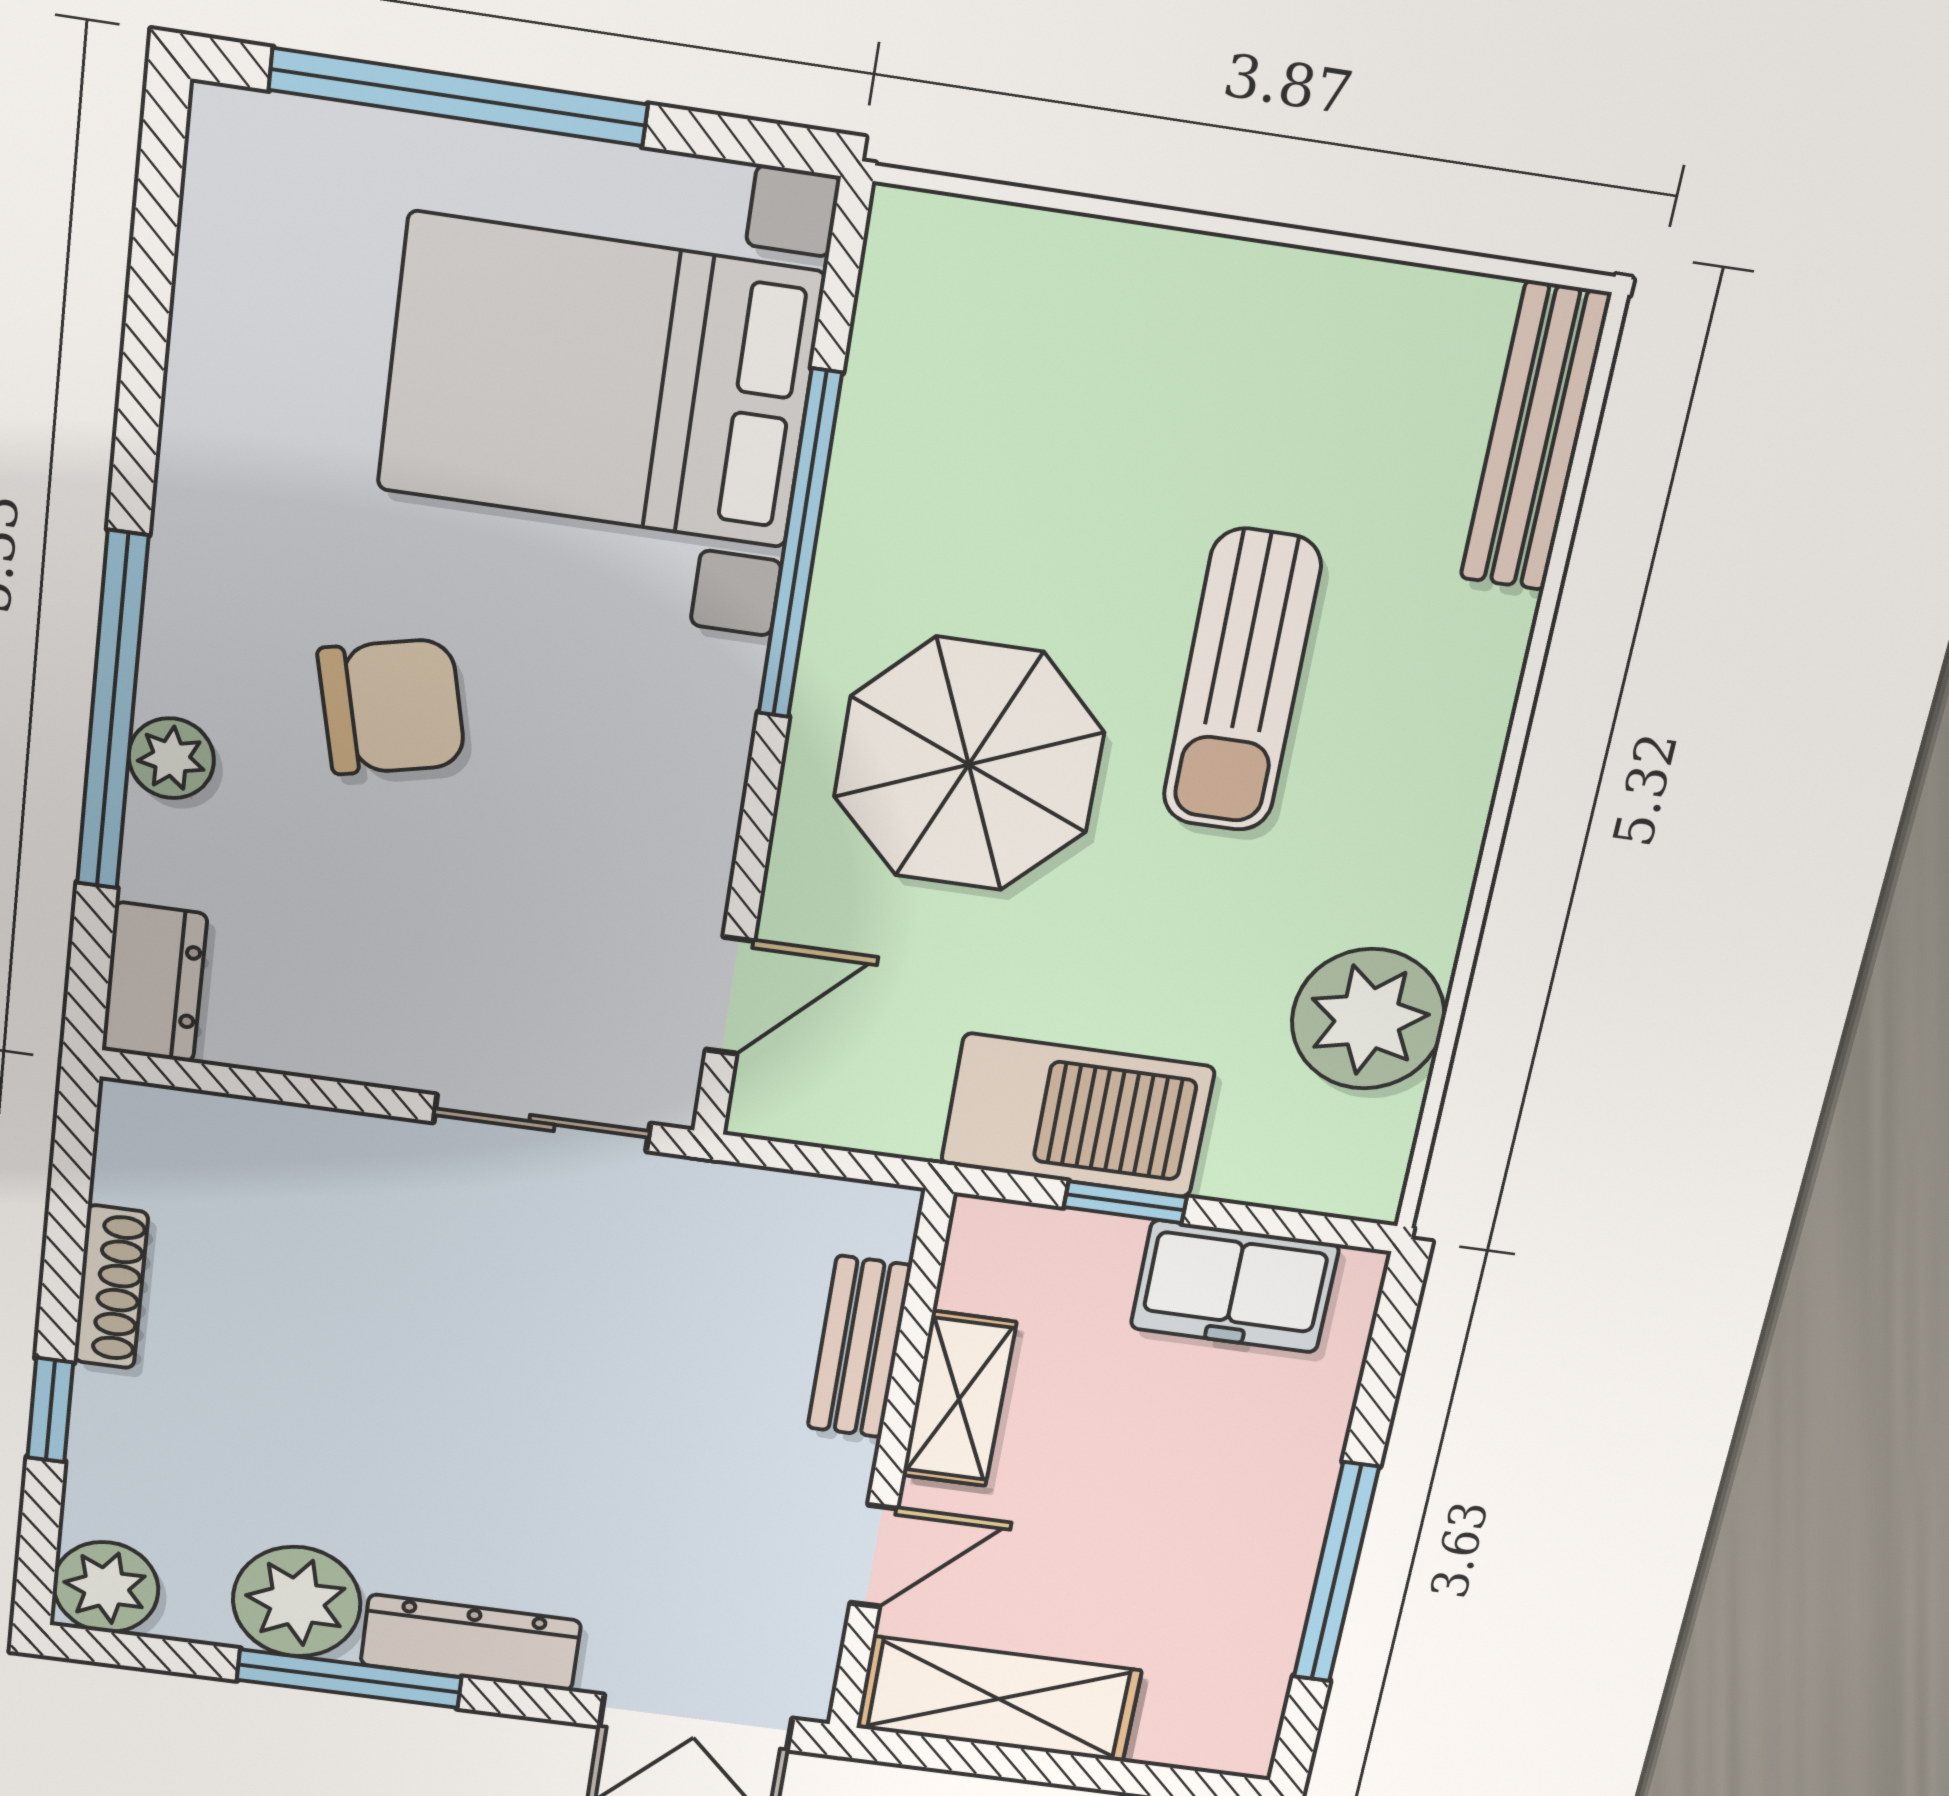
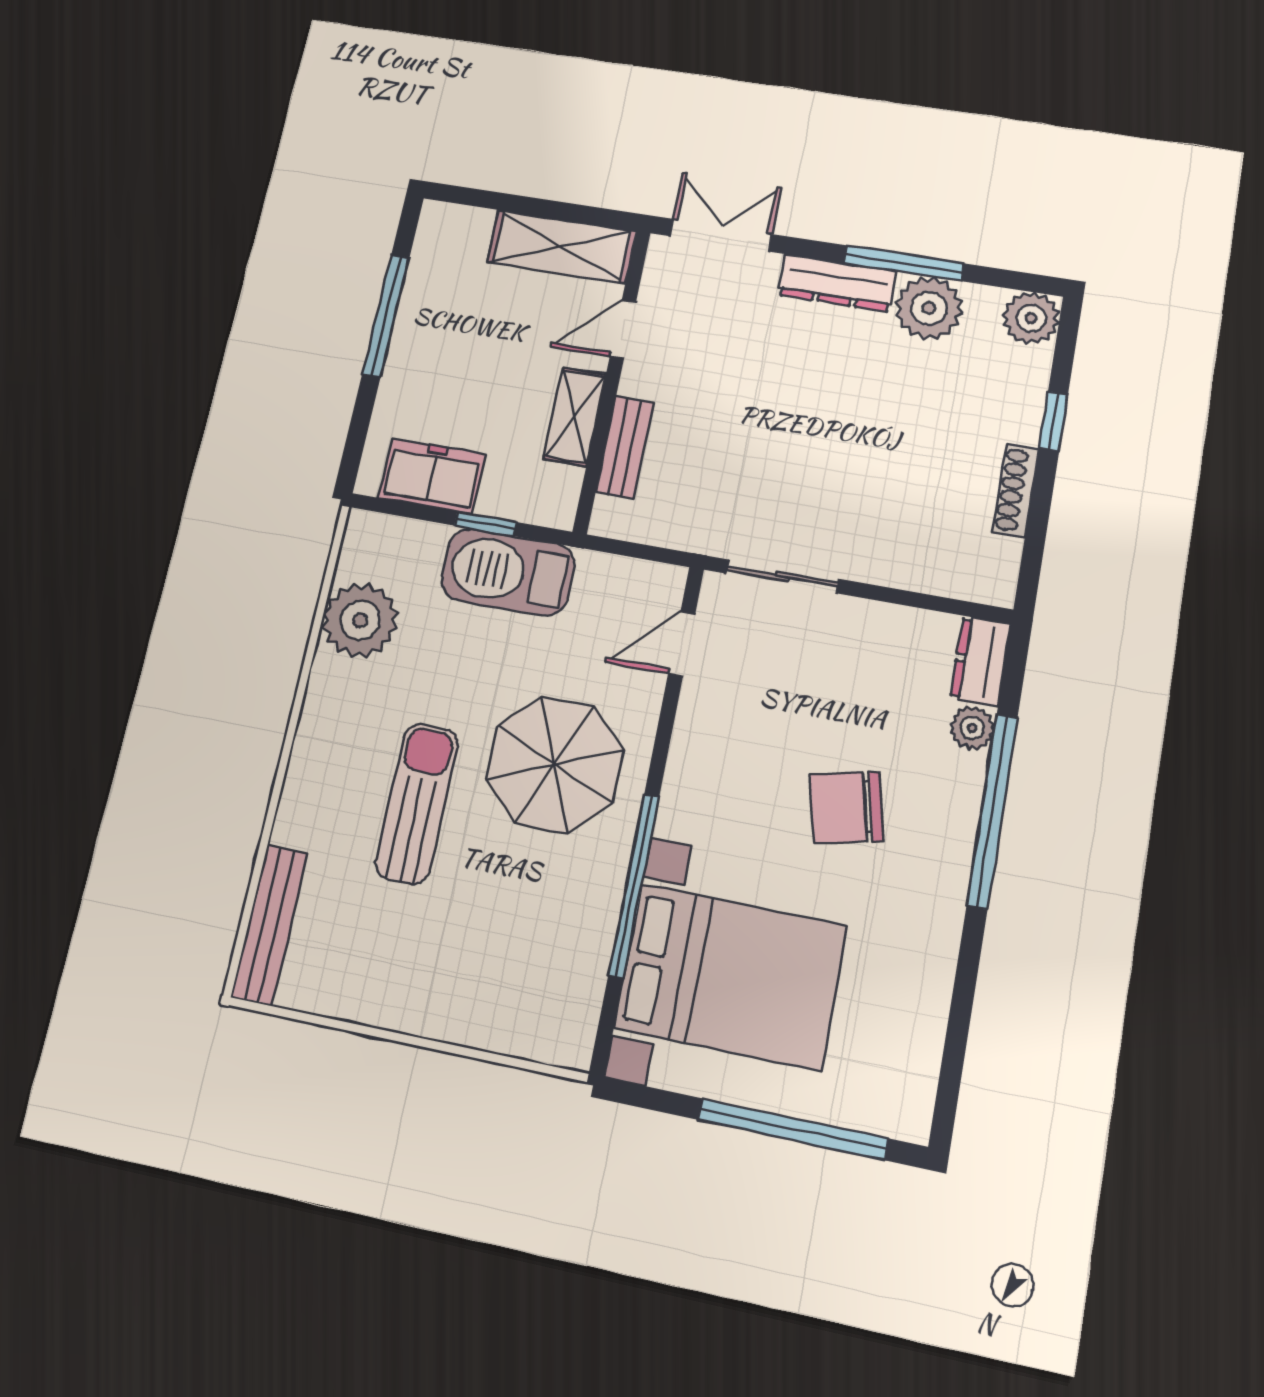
plant: (171, 758) -> (972, 728), moved

